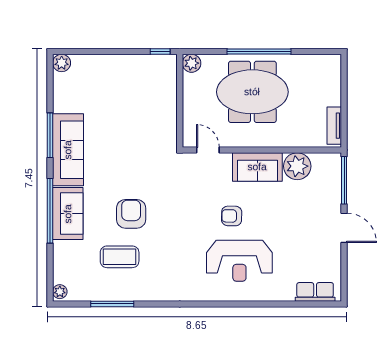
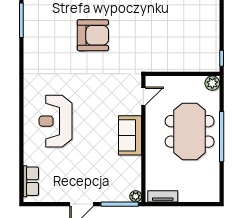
plant: (297, 166) -> (136, 196), moved, width x0.53, depth x0.53
armchair: (131, 214) -> (93, 35), width x1.36, depth x1.36
armchair: (232, 216) -> (91, 115), removed
coffee table: (120, 257) -> (59, 26), removed

